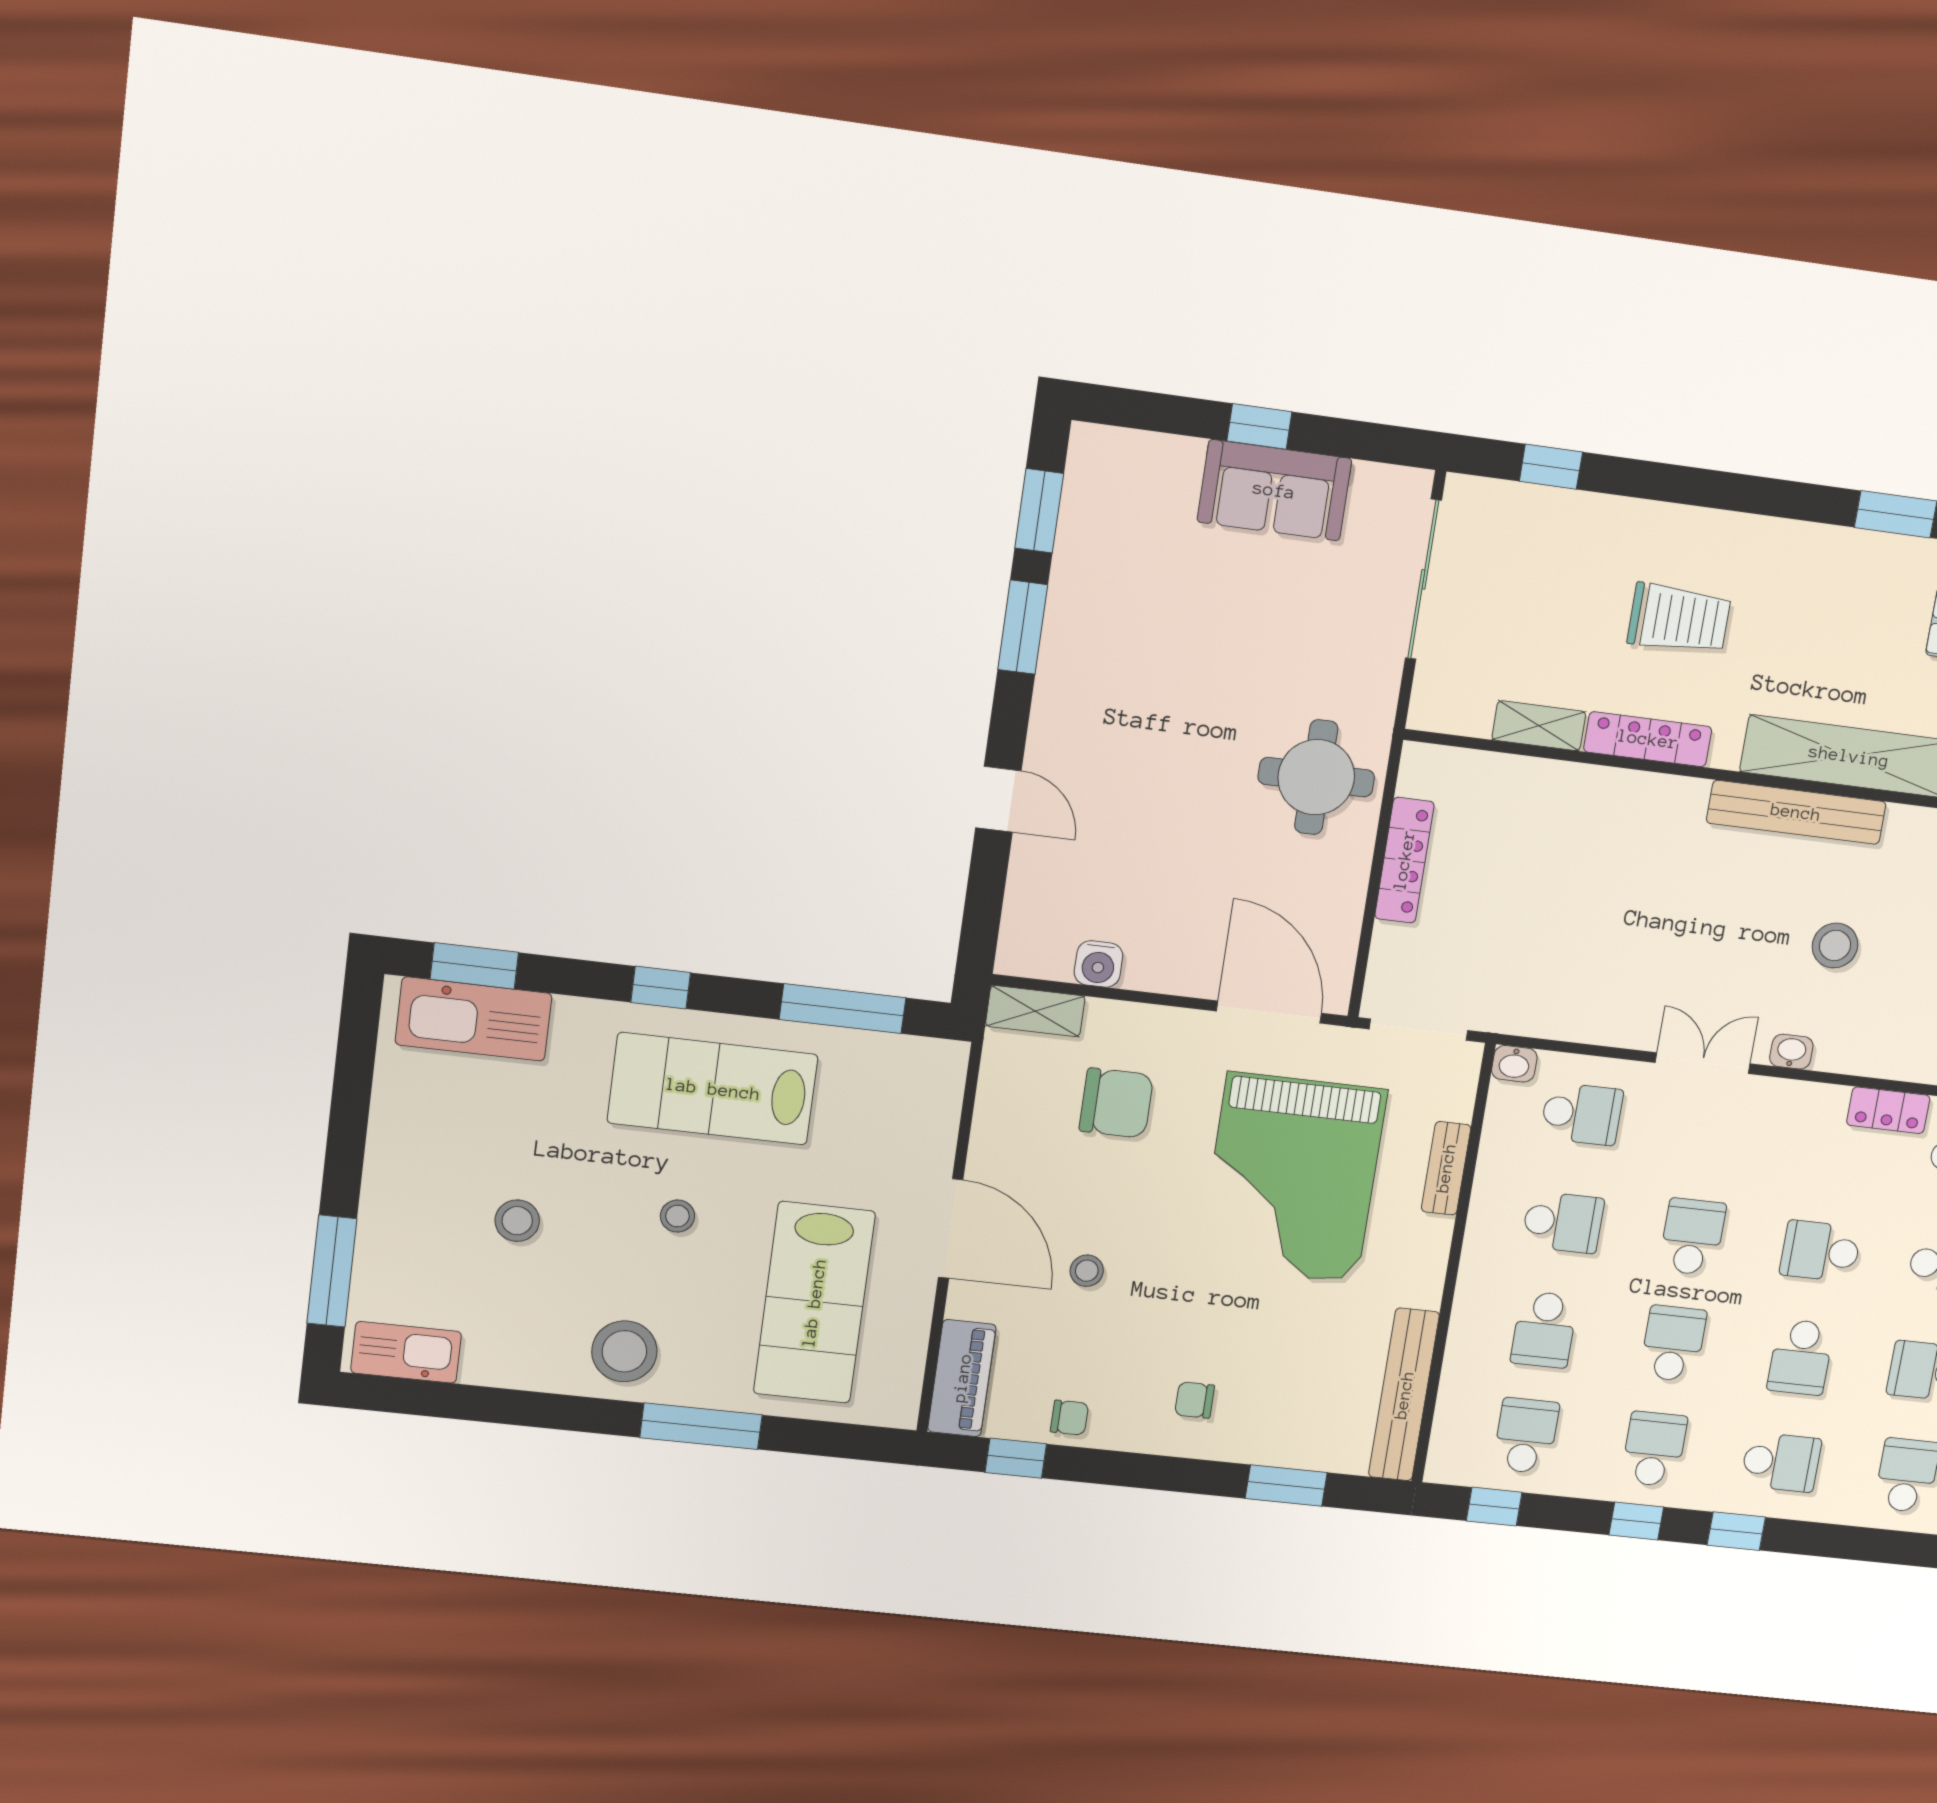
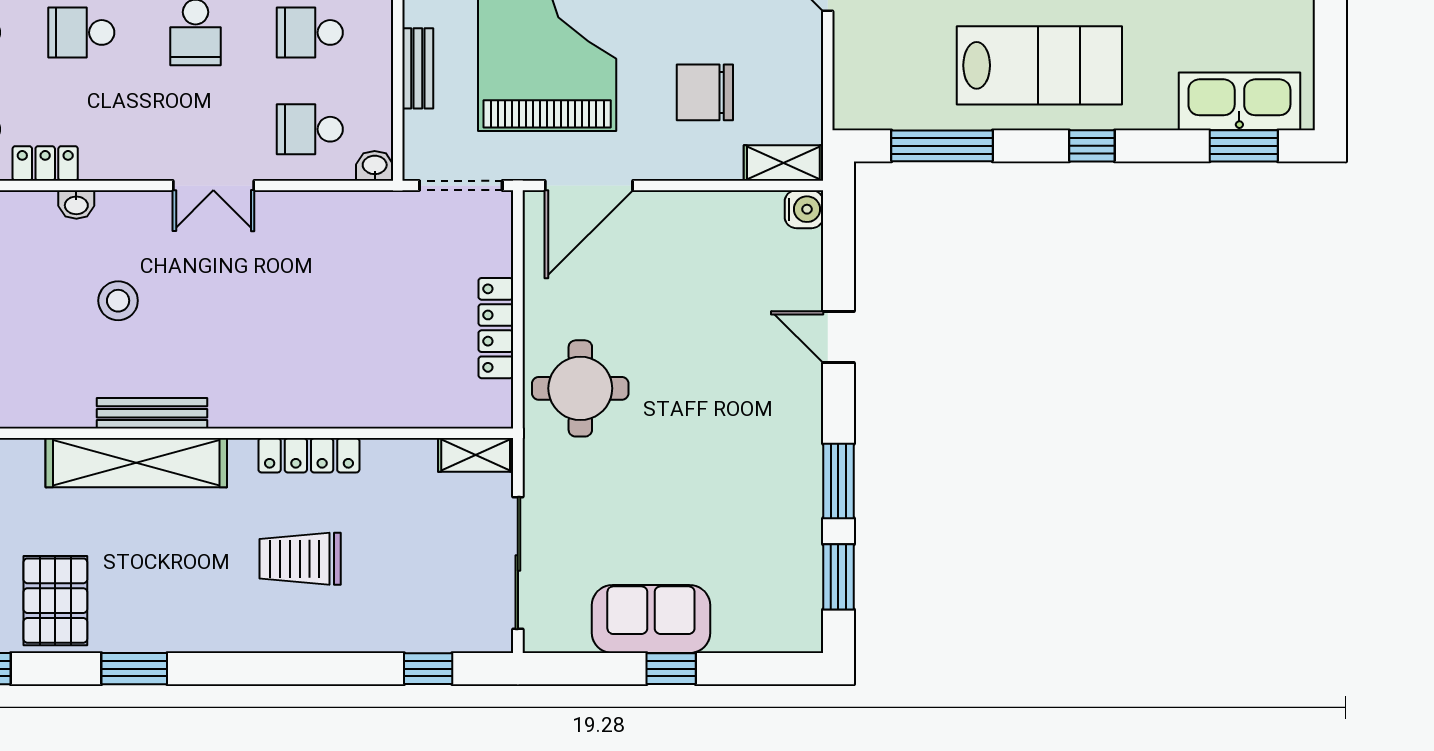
shelving: (1539, 726) -> (476, 455), moved
bench: (1796, 812) -> (152, 413), width x0.73, depth x0.82
water cooler: (1098, 964) -> (804, 209), moved, turned 90
door: (1269, 1012) -> (589, 185), hinge flipped
washbasin: (1791, 1052) -> (76, 204), moved
school desk: (1820, 1251) -> (81, 32), turned 180

